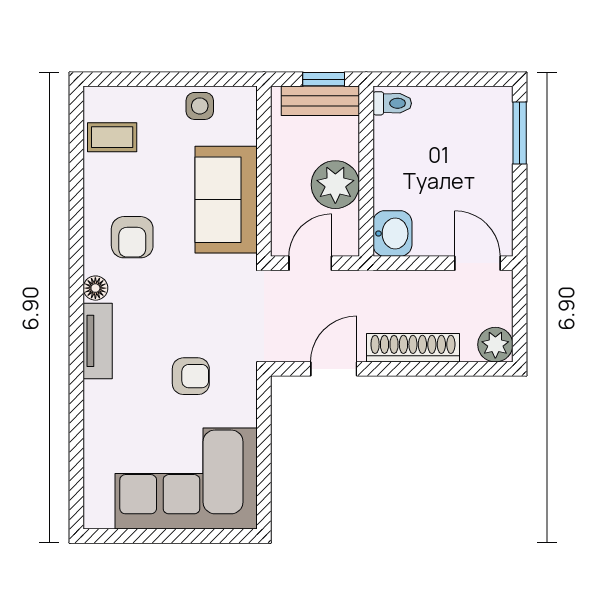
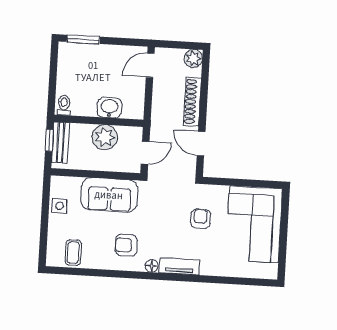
washbasin: (392, 234) -> (109, 108), moved
armchair: (132, 237) -> (126, 245), turned 180
door: (310, 263) -> (145, 153), swing flipped

